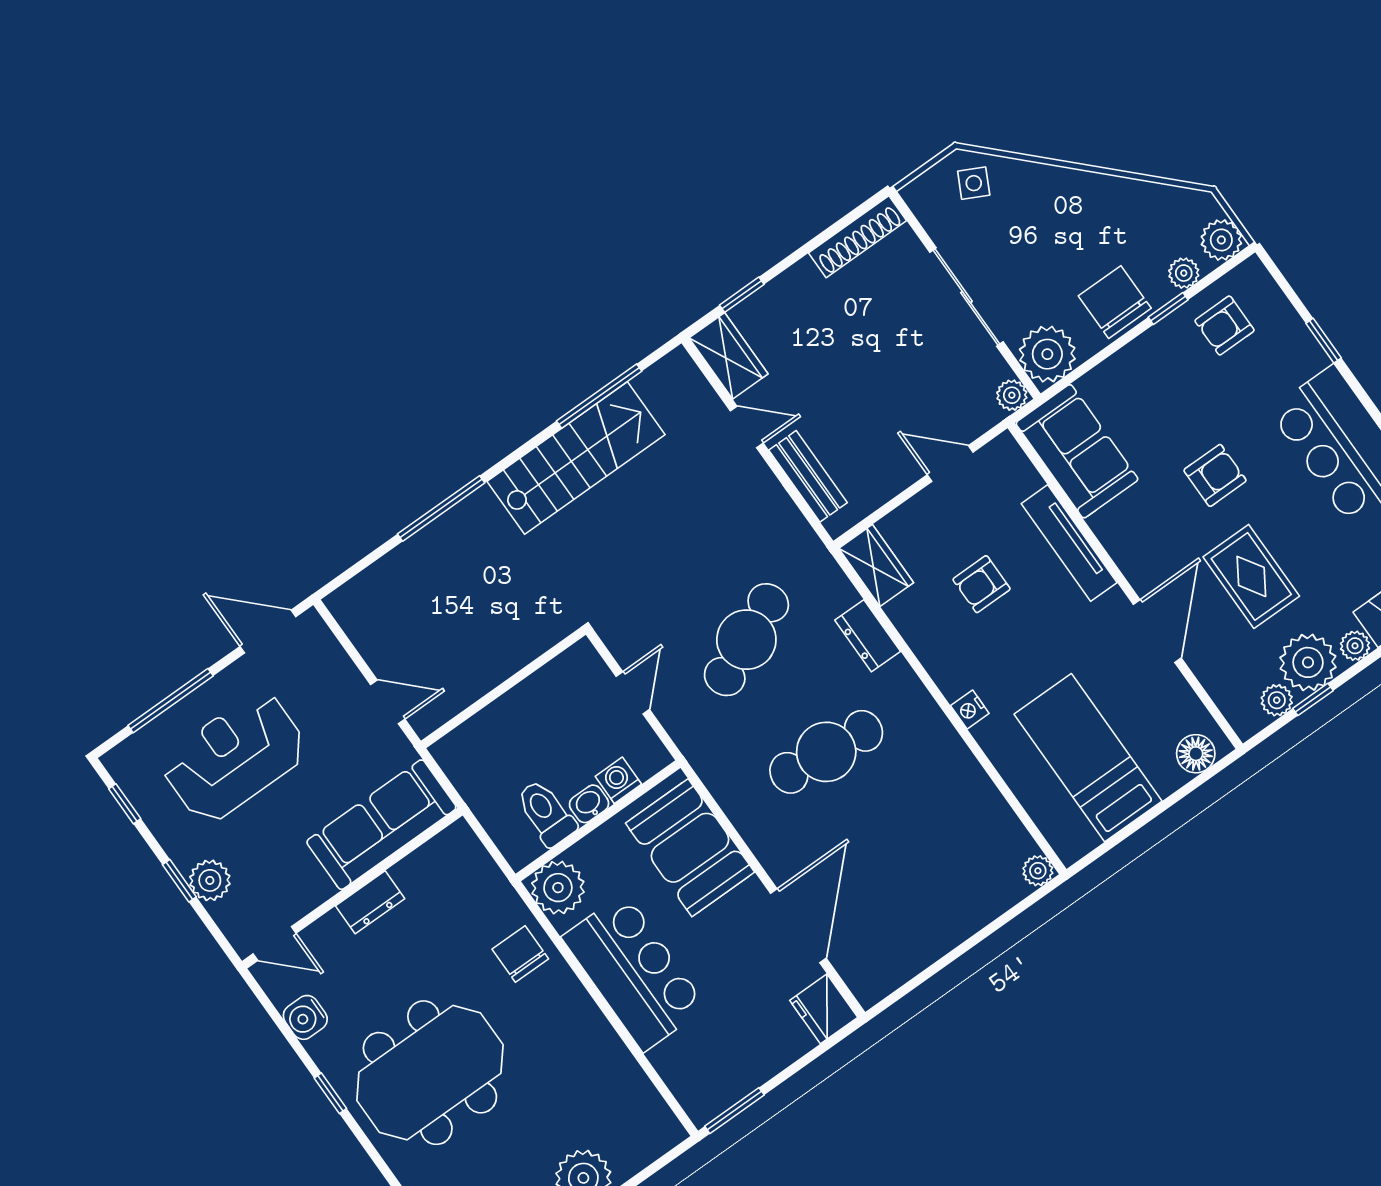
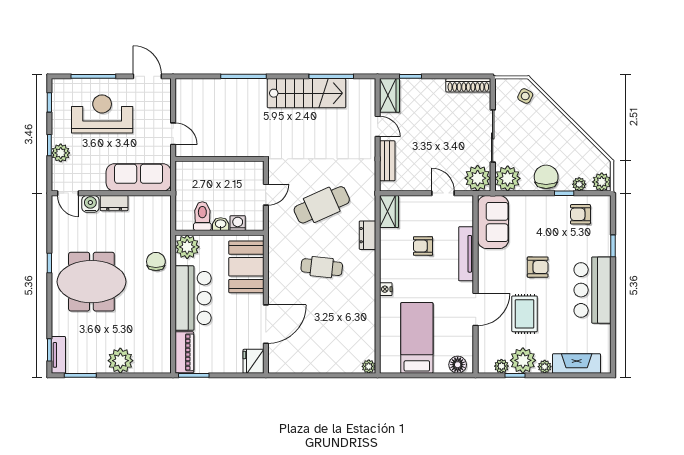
plant: (1012, 395) -> (478, 178), width x1.88, depth x1.88
cafe table: (826, 752) -> (322, 267), width x0.73, depth x0.74
water cooler: (305, 1017) -> (90, 204), moved, turned 90
piano: (688, 1081) -> (184, 352), added

